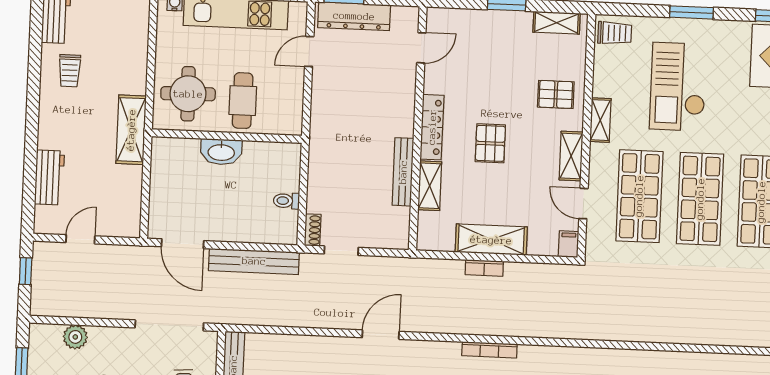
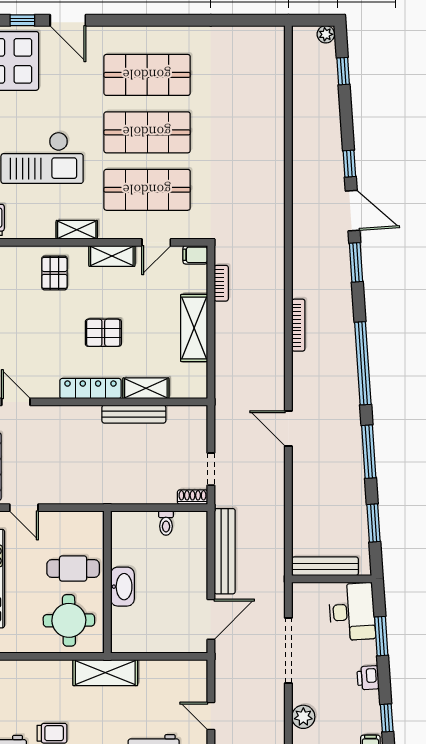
bookcase: (484, 268) -> (221, 283), moved
doorway: (169, 325) -> (288, 650), moved

